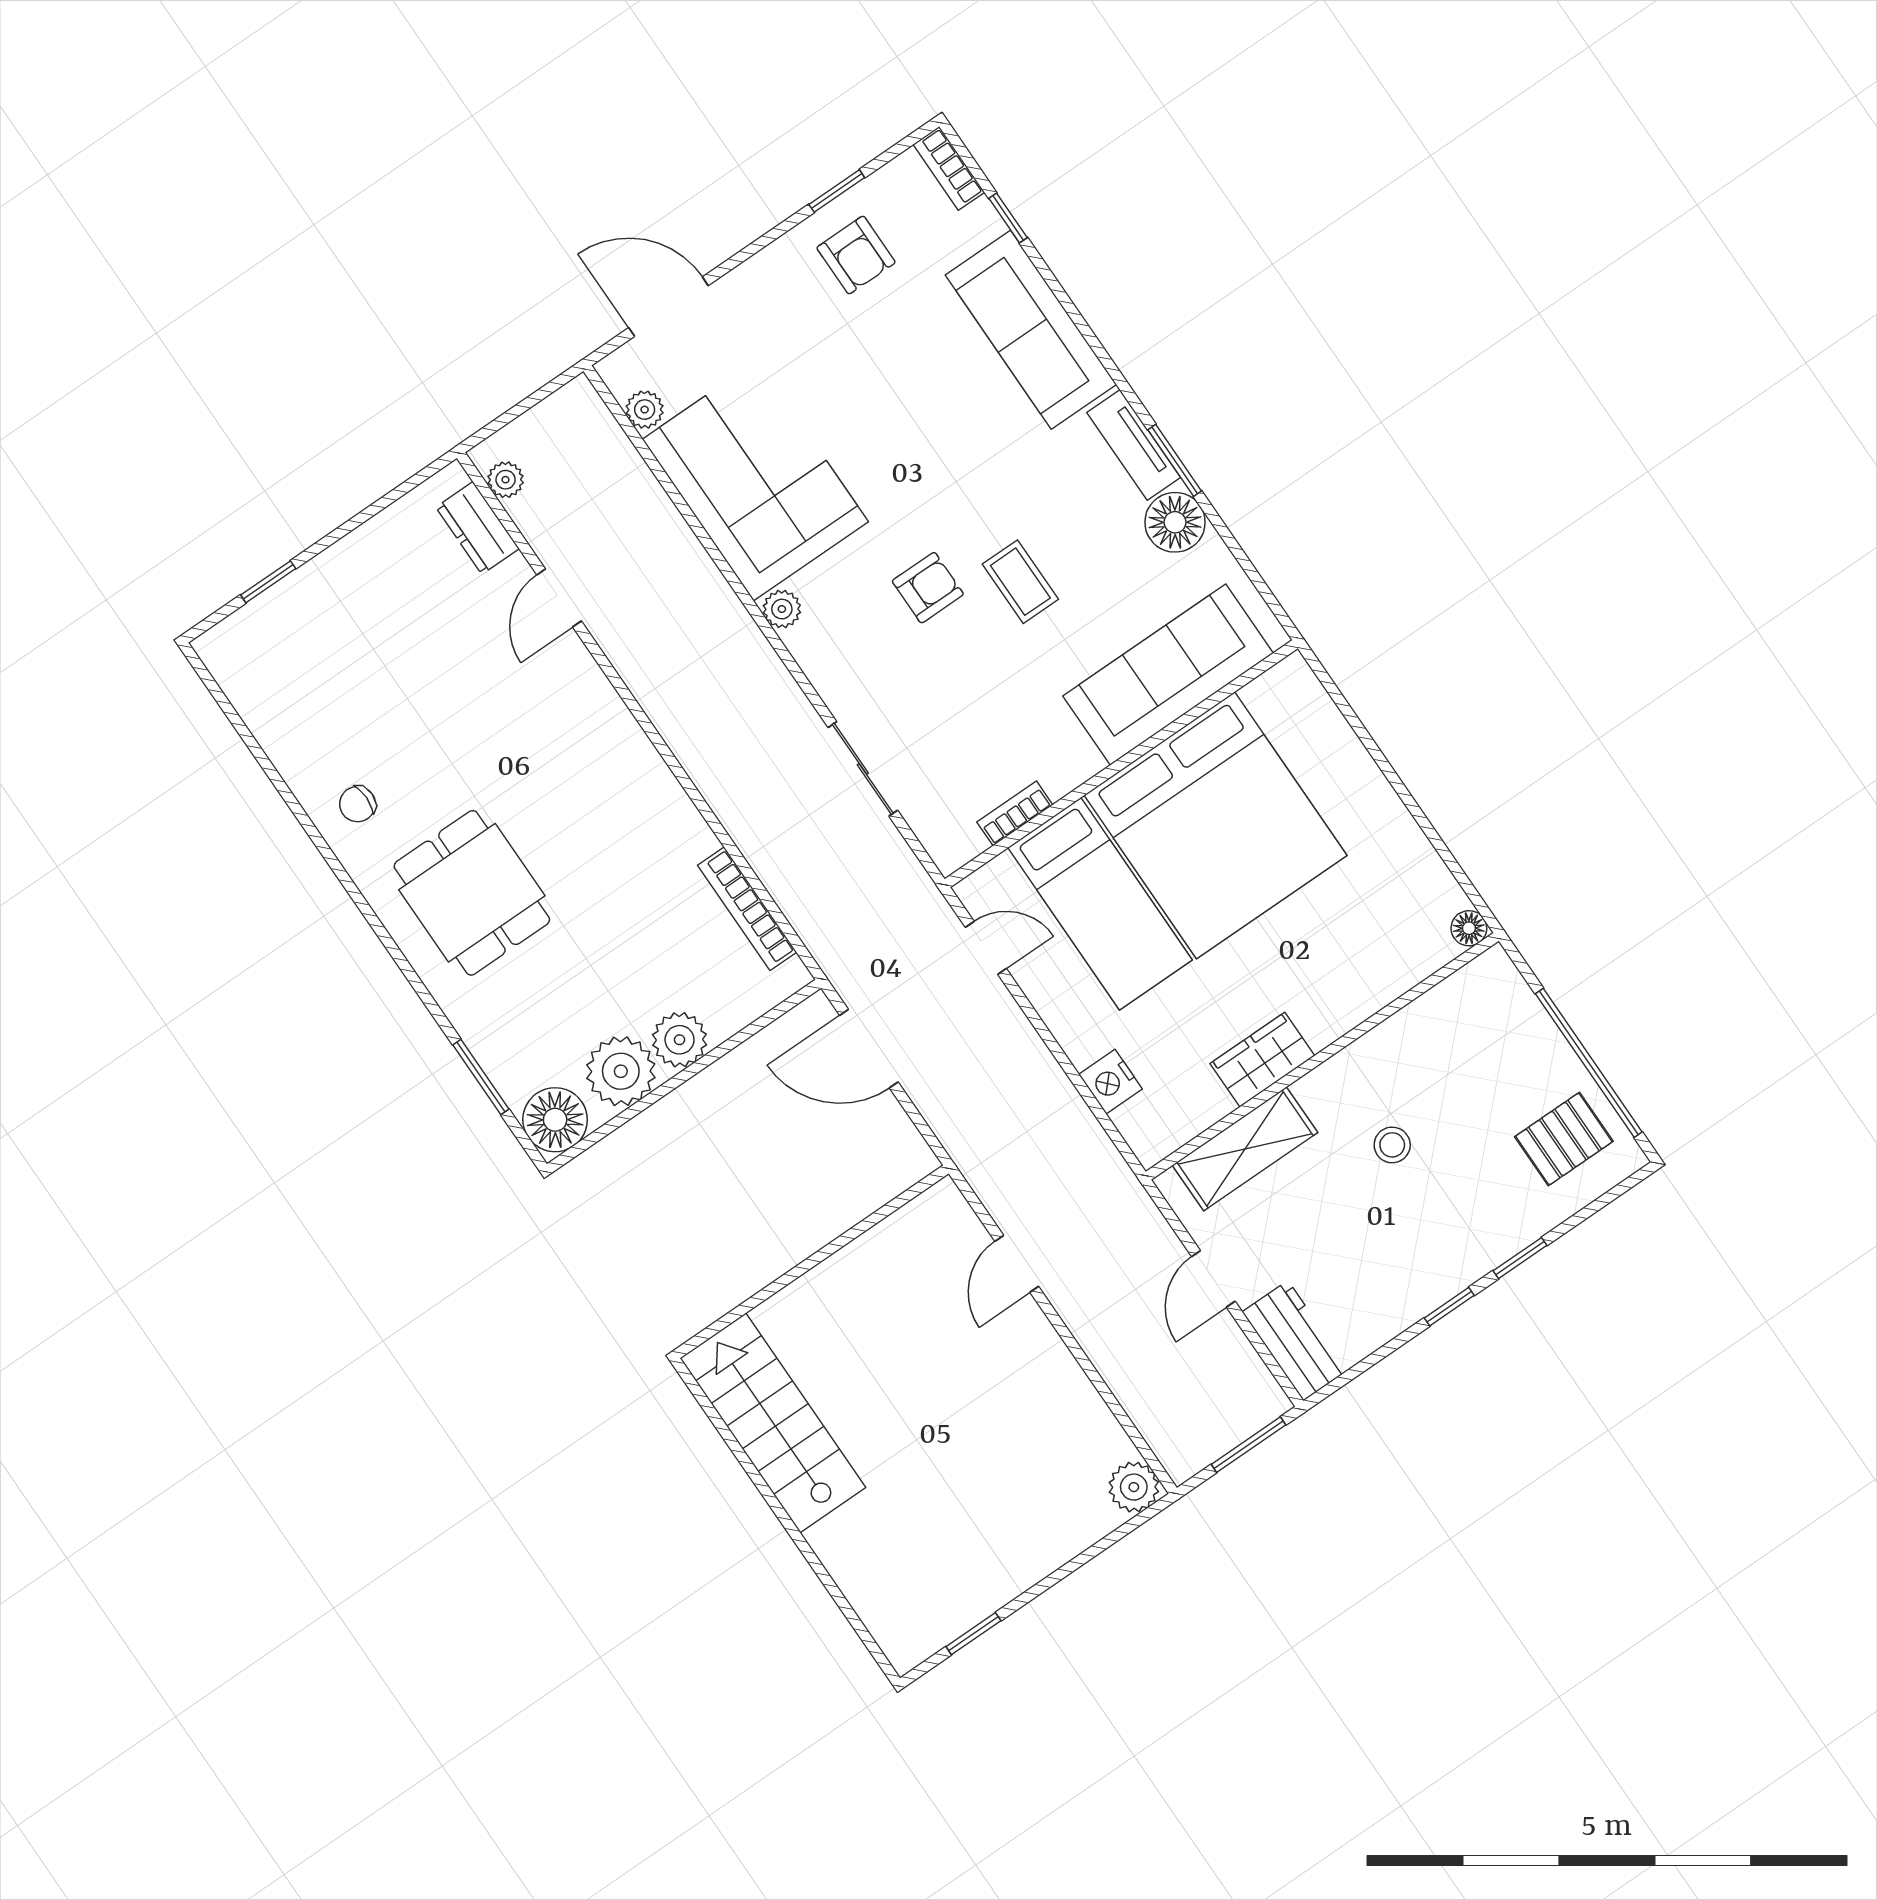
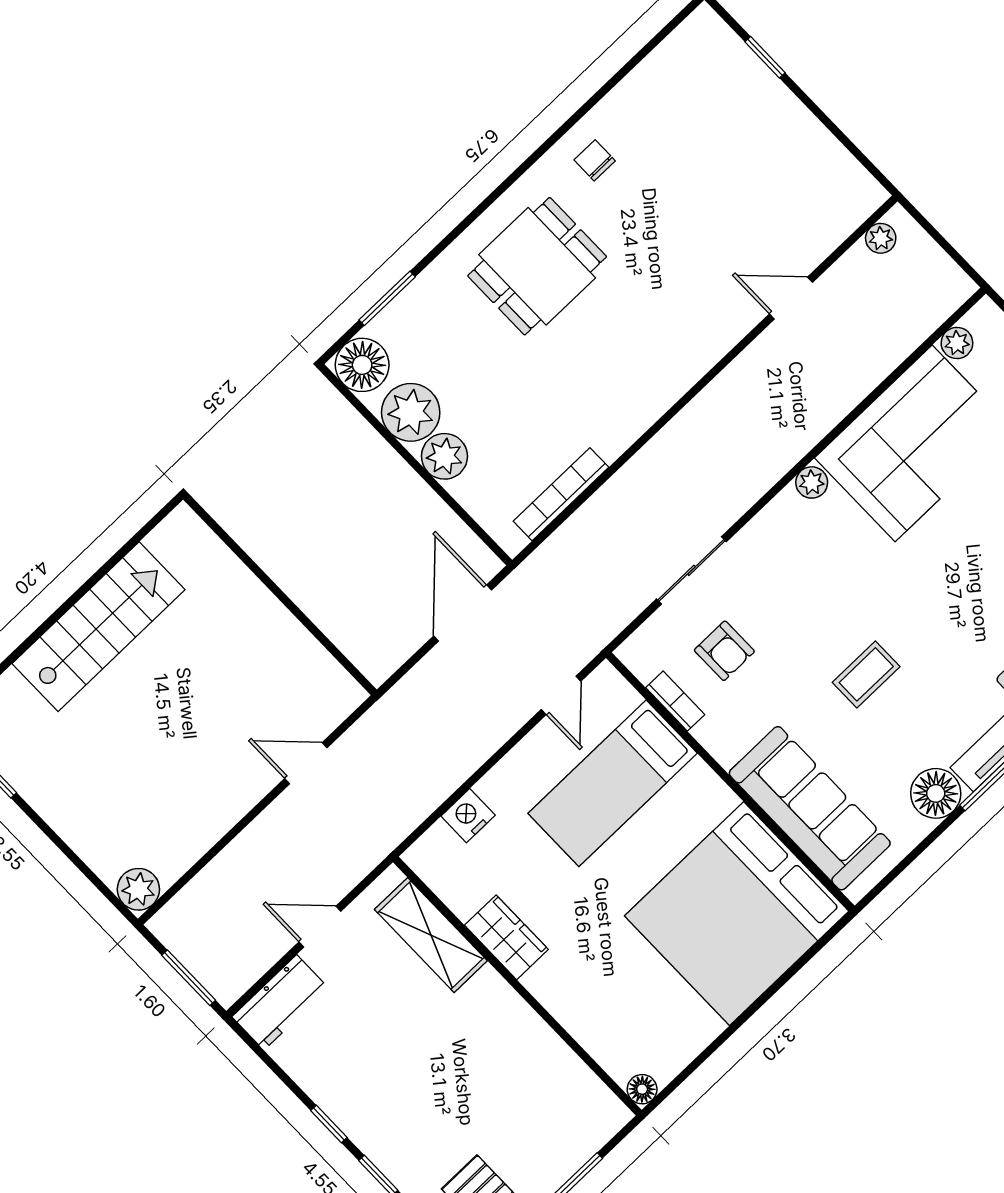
dresser: (477, 528) -> (837, 222), removed
armchair: (928, 588) -> (724, 651), moved
bed: (1216, 825) -> (737, 914), moved
stool: (1392, 1145) -> (454, 1055), removed
stairs: (773, 1423) -> (99, 627), moved

